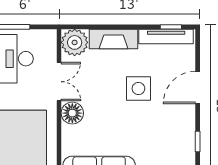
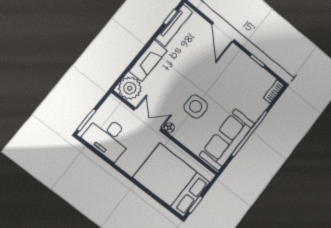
side table: (138, 89) -> (196, 107), moved
floor lamp: (72, 113) -> (169, 128), width x0.53, depth x0.53

